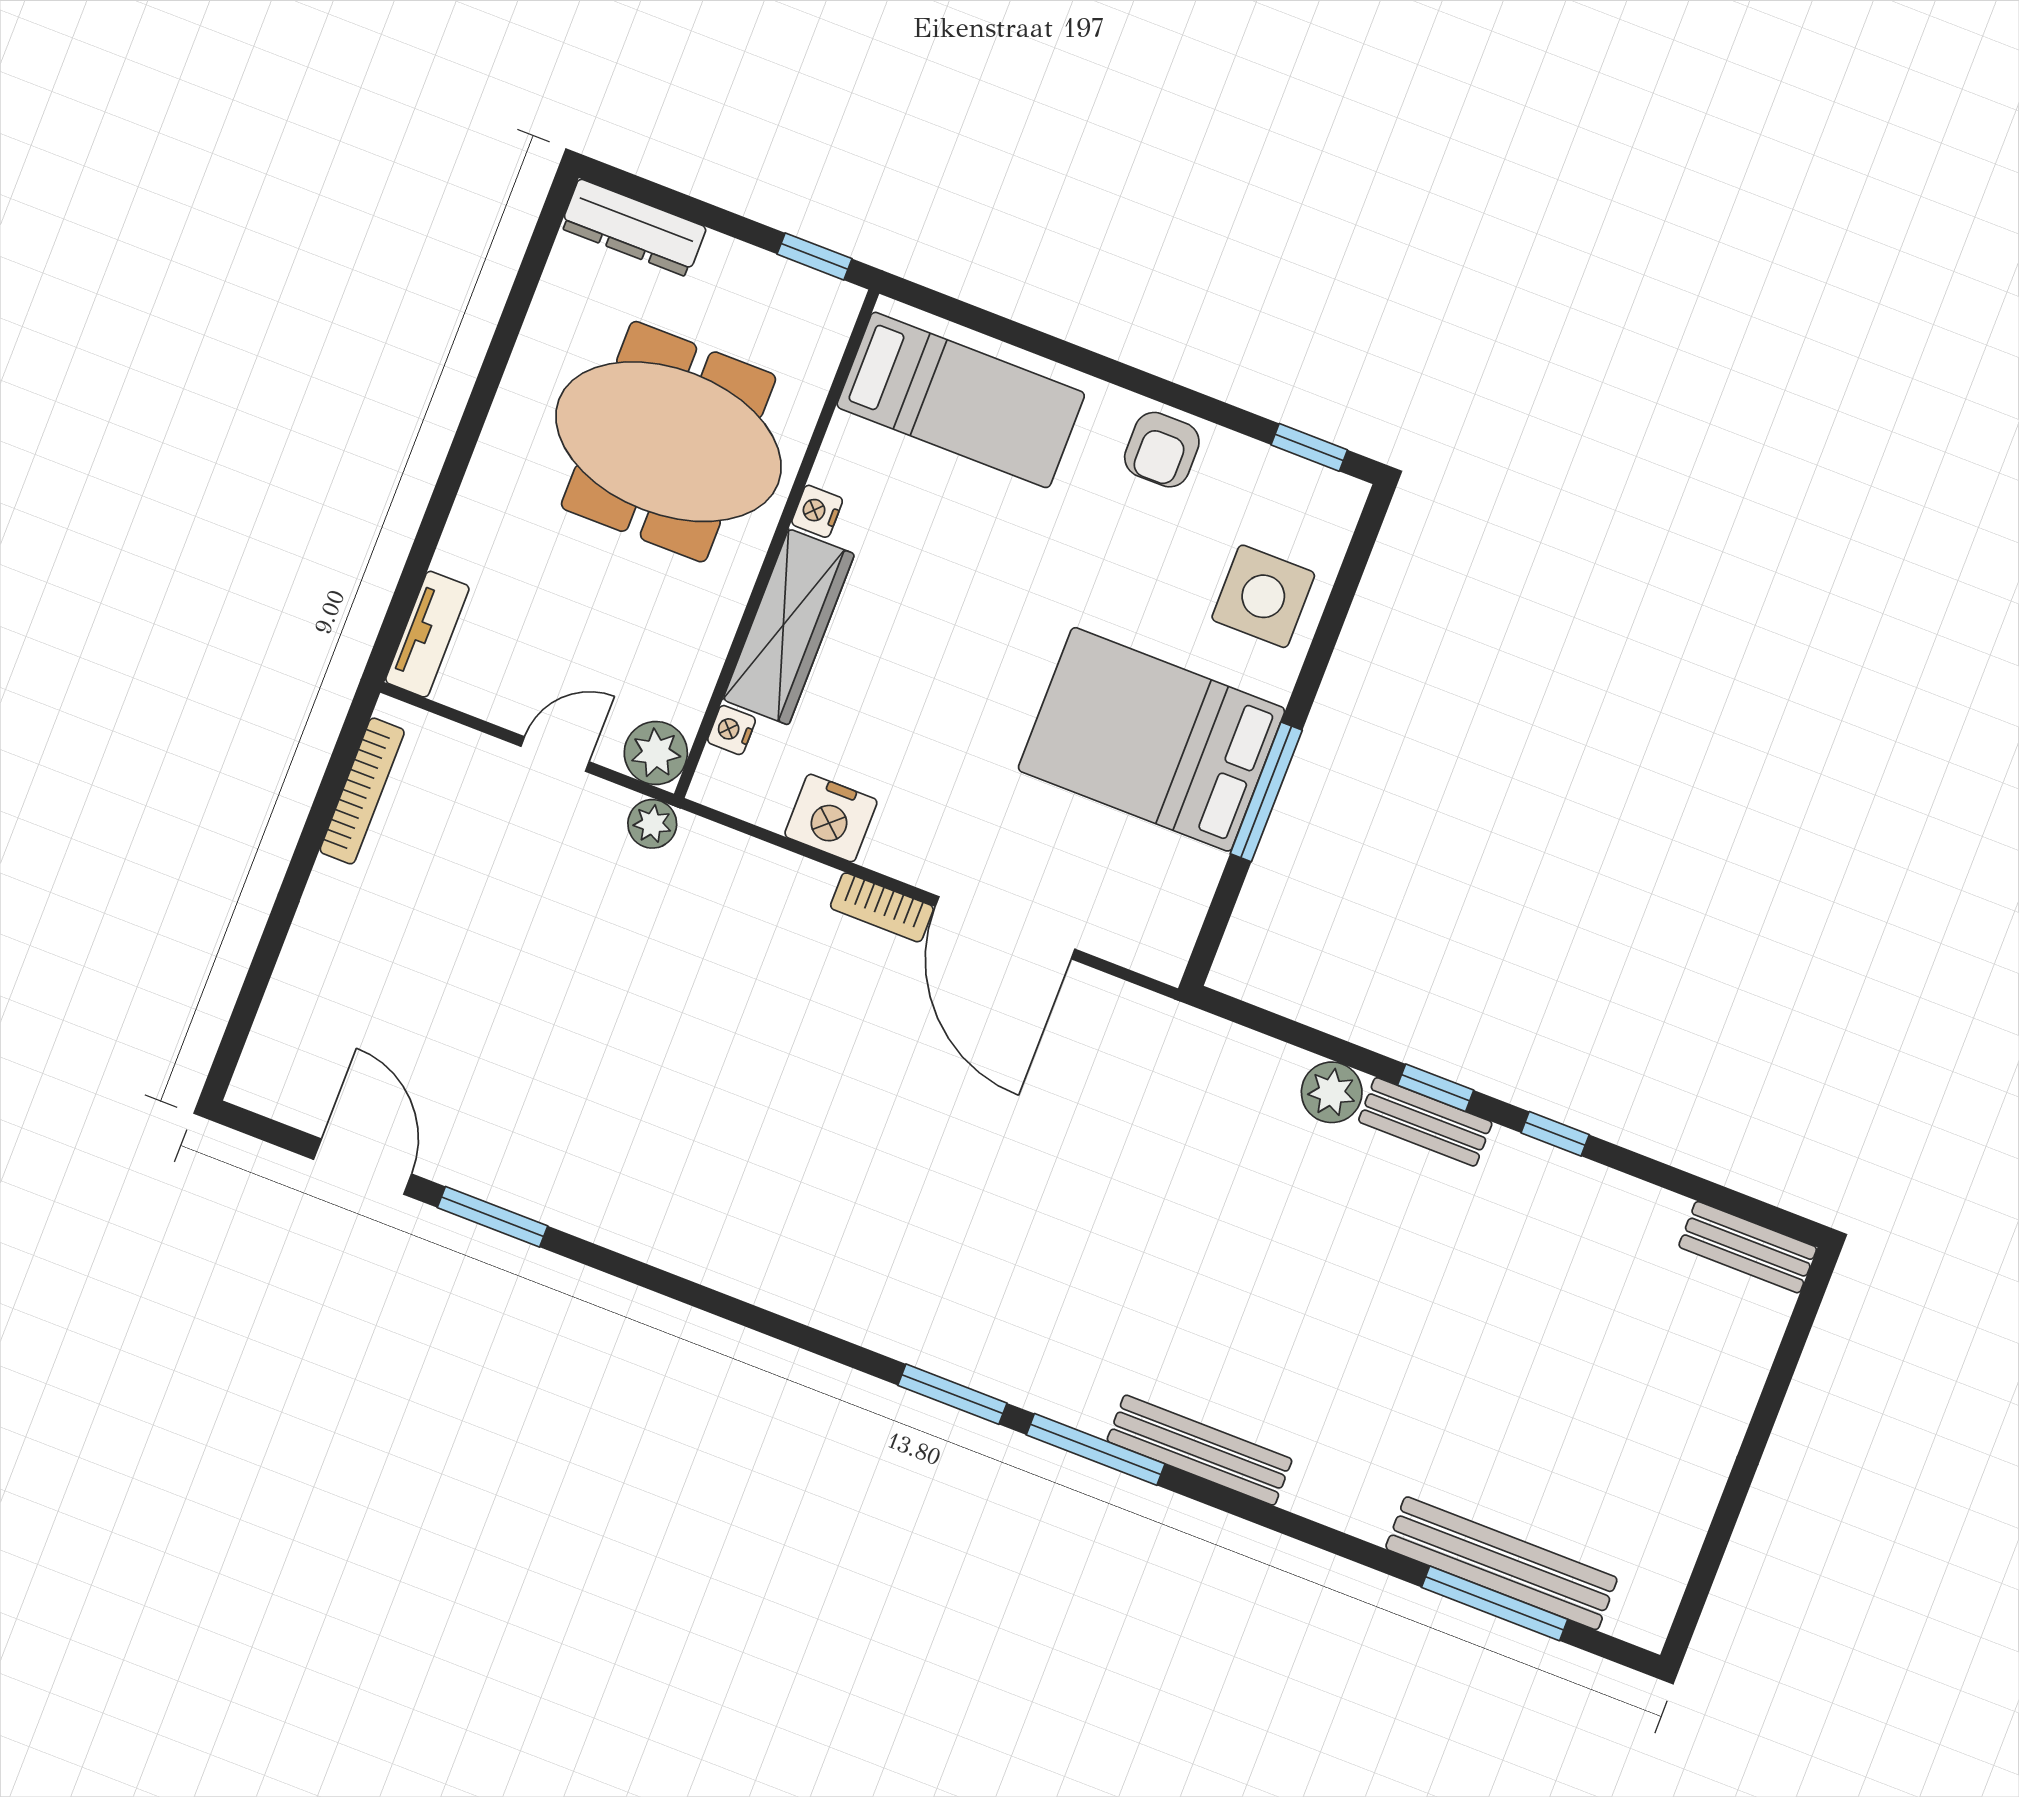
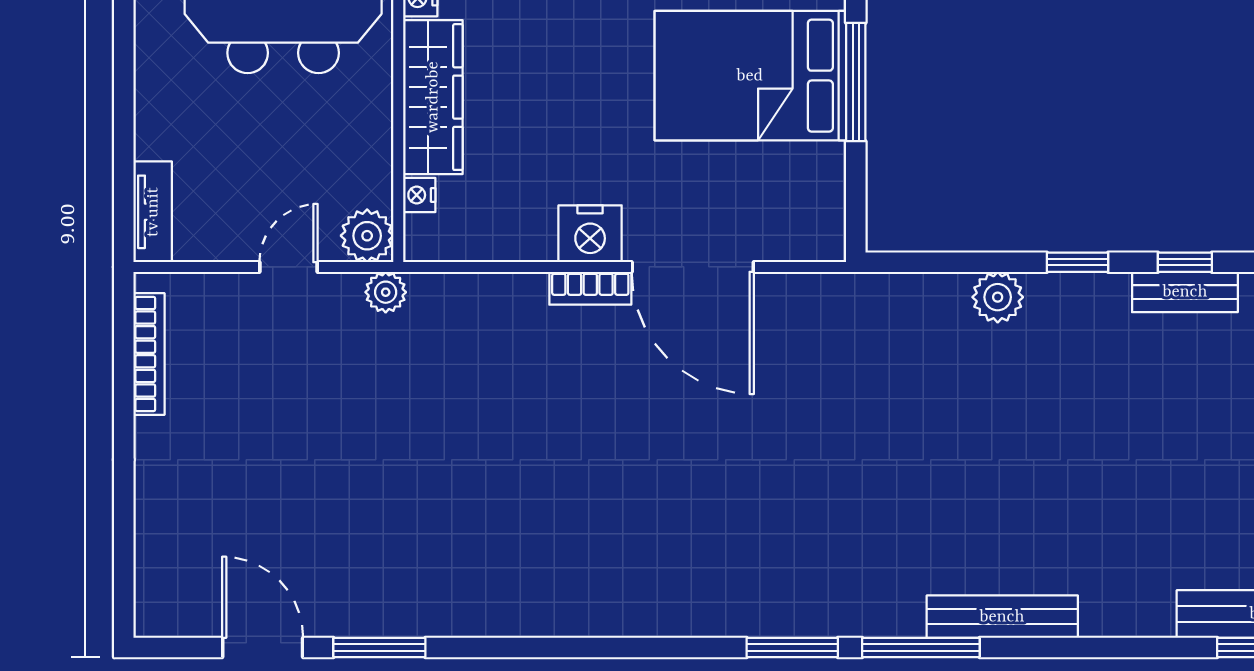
nightstand: (831, 818) -> (590, 234), moved
bench: (1425, 1122) -> (1185, 292), moved

